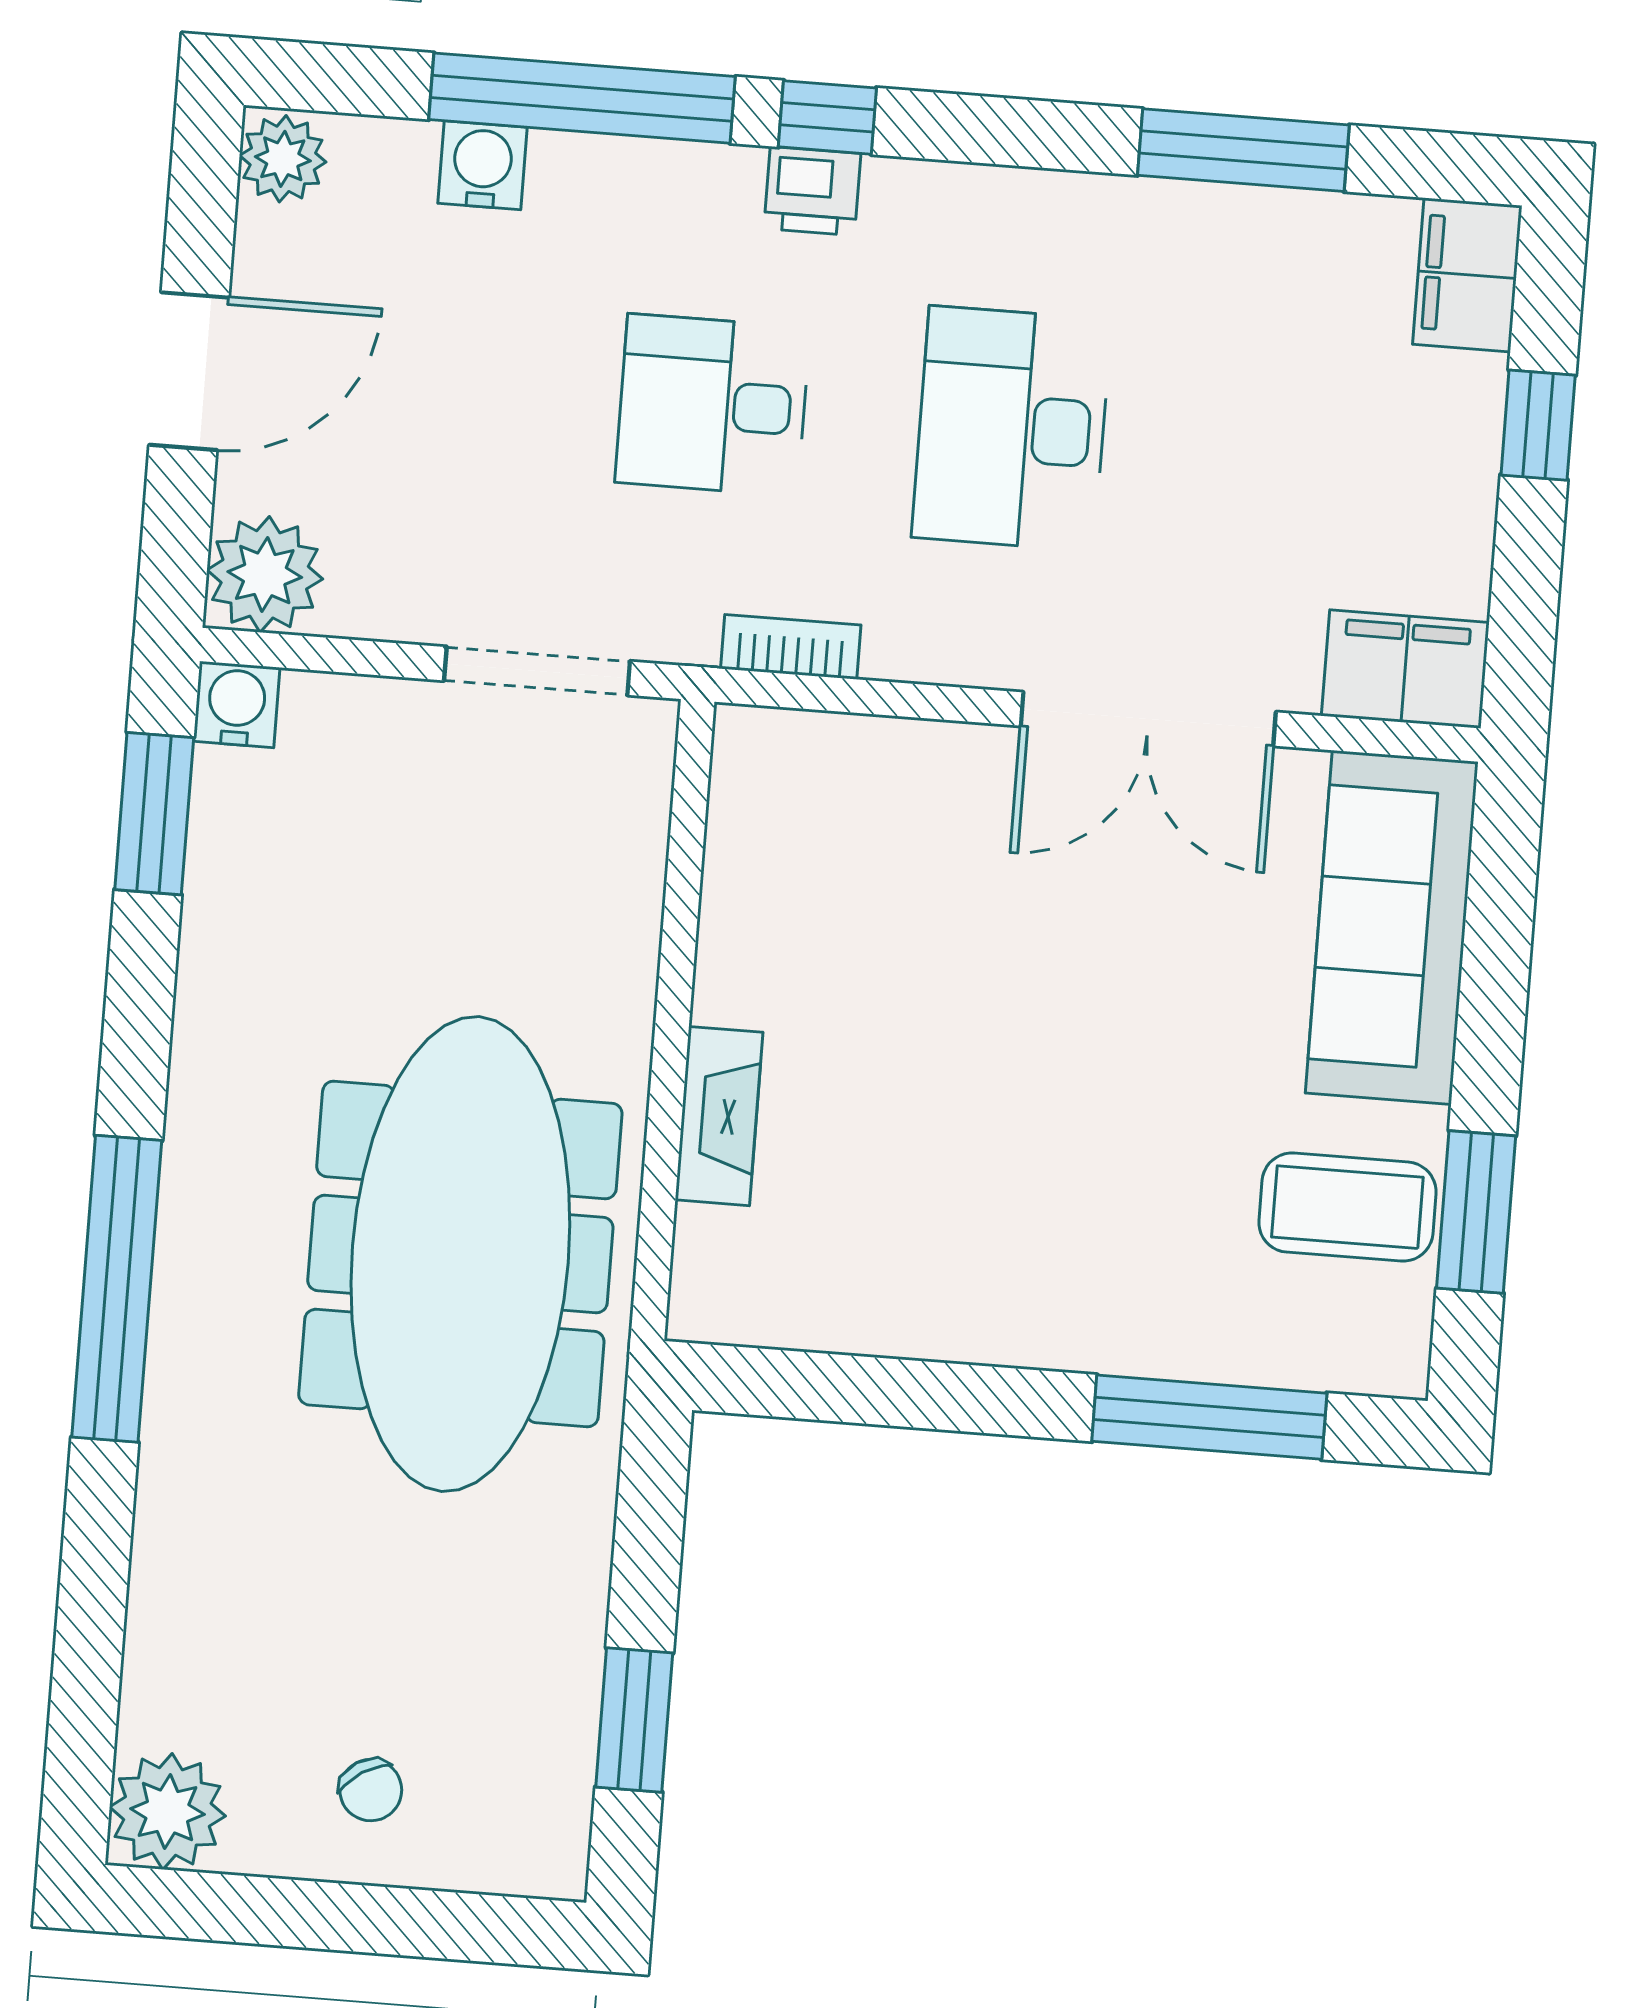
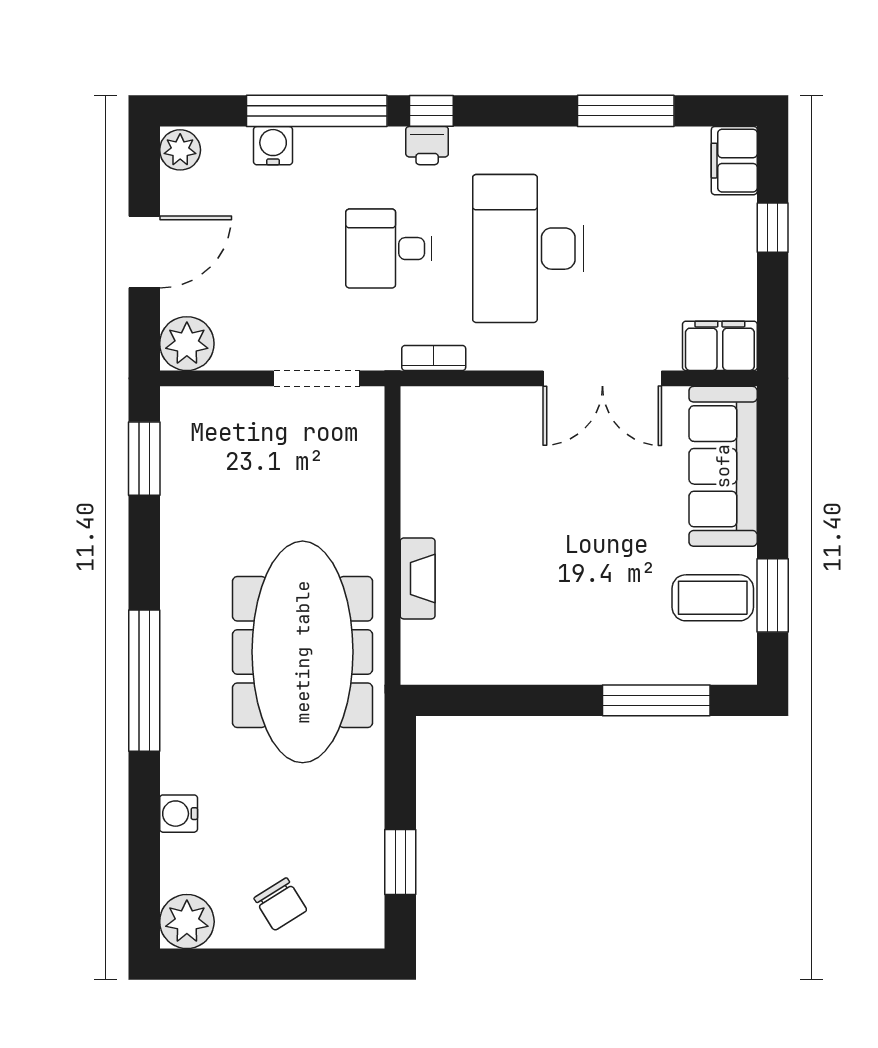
desk: (1012, 428) -> (528, 249), width x1.36, depth x1.30
water cooler: (237, 704) -> (179, 814), moved, turned -90
chair: (371, 1790) -> (280, 904), width x1.37, depth x1.37

